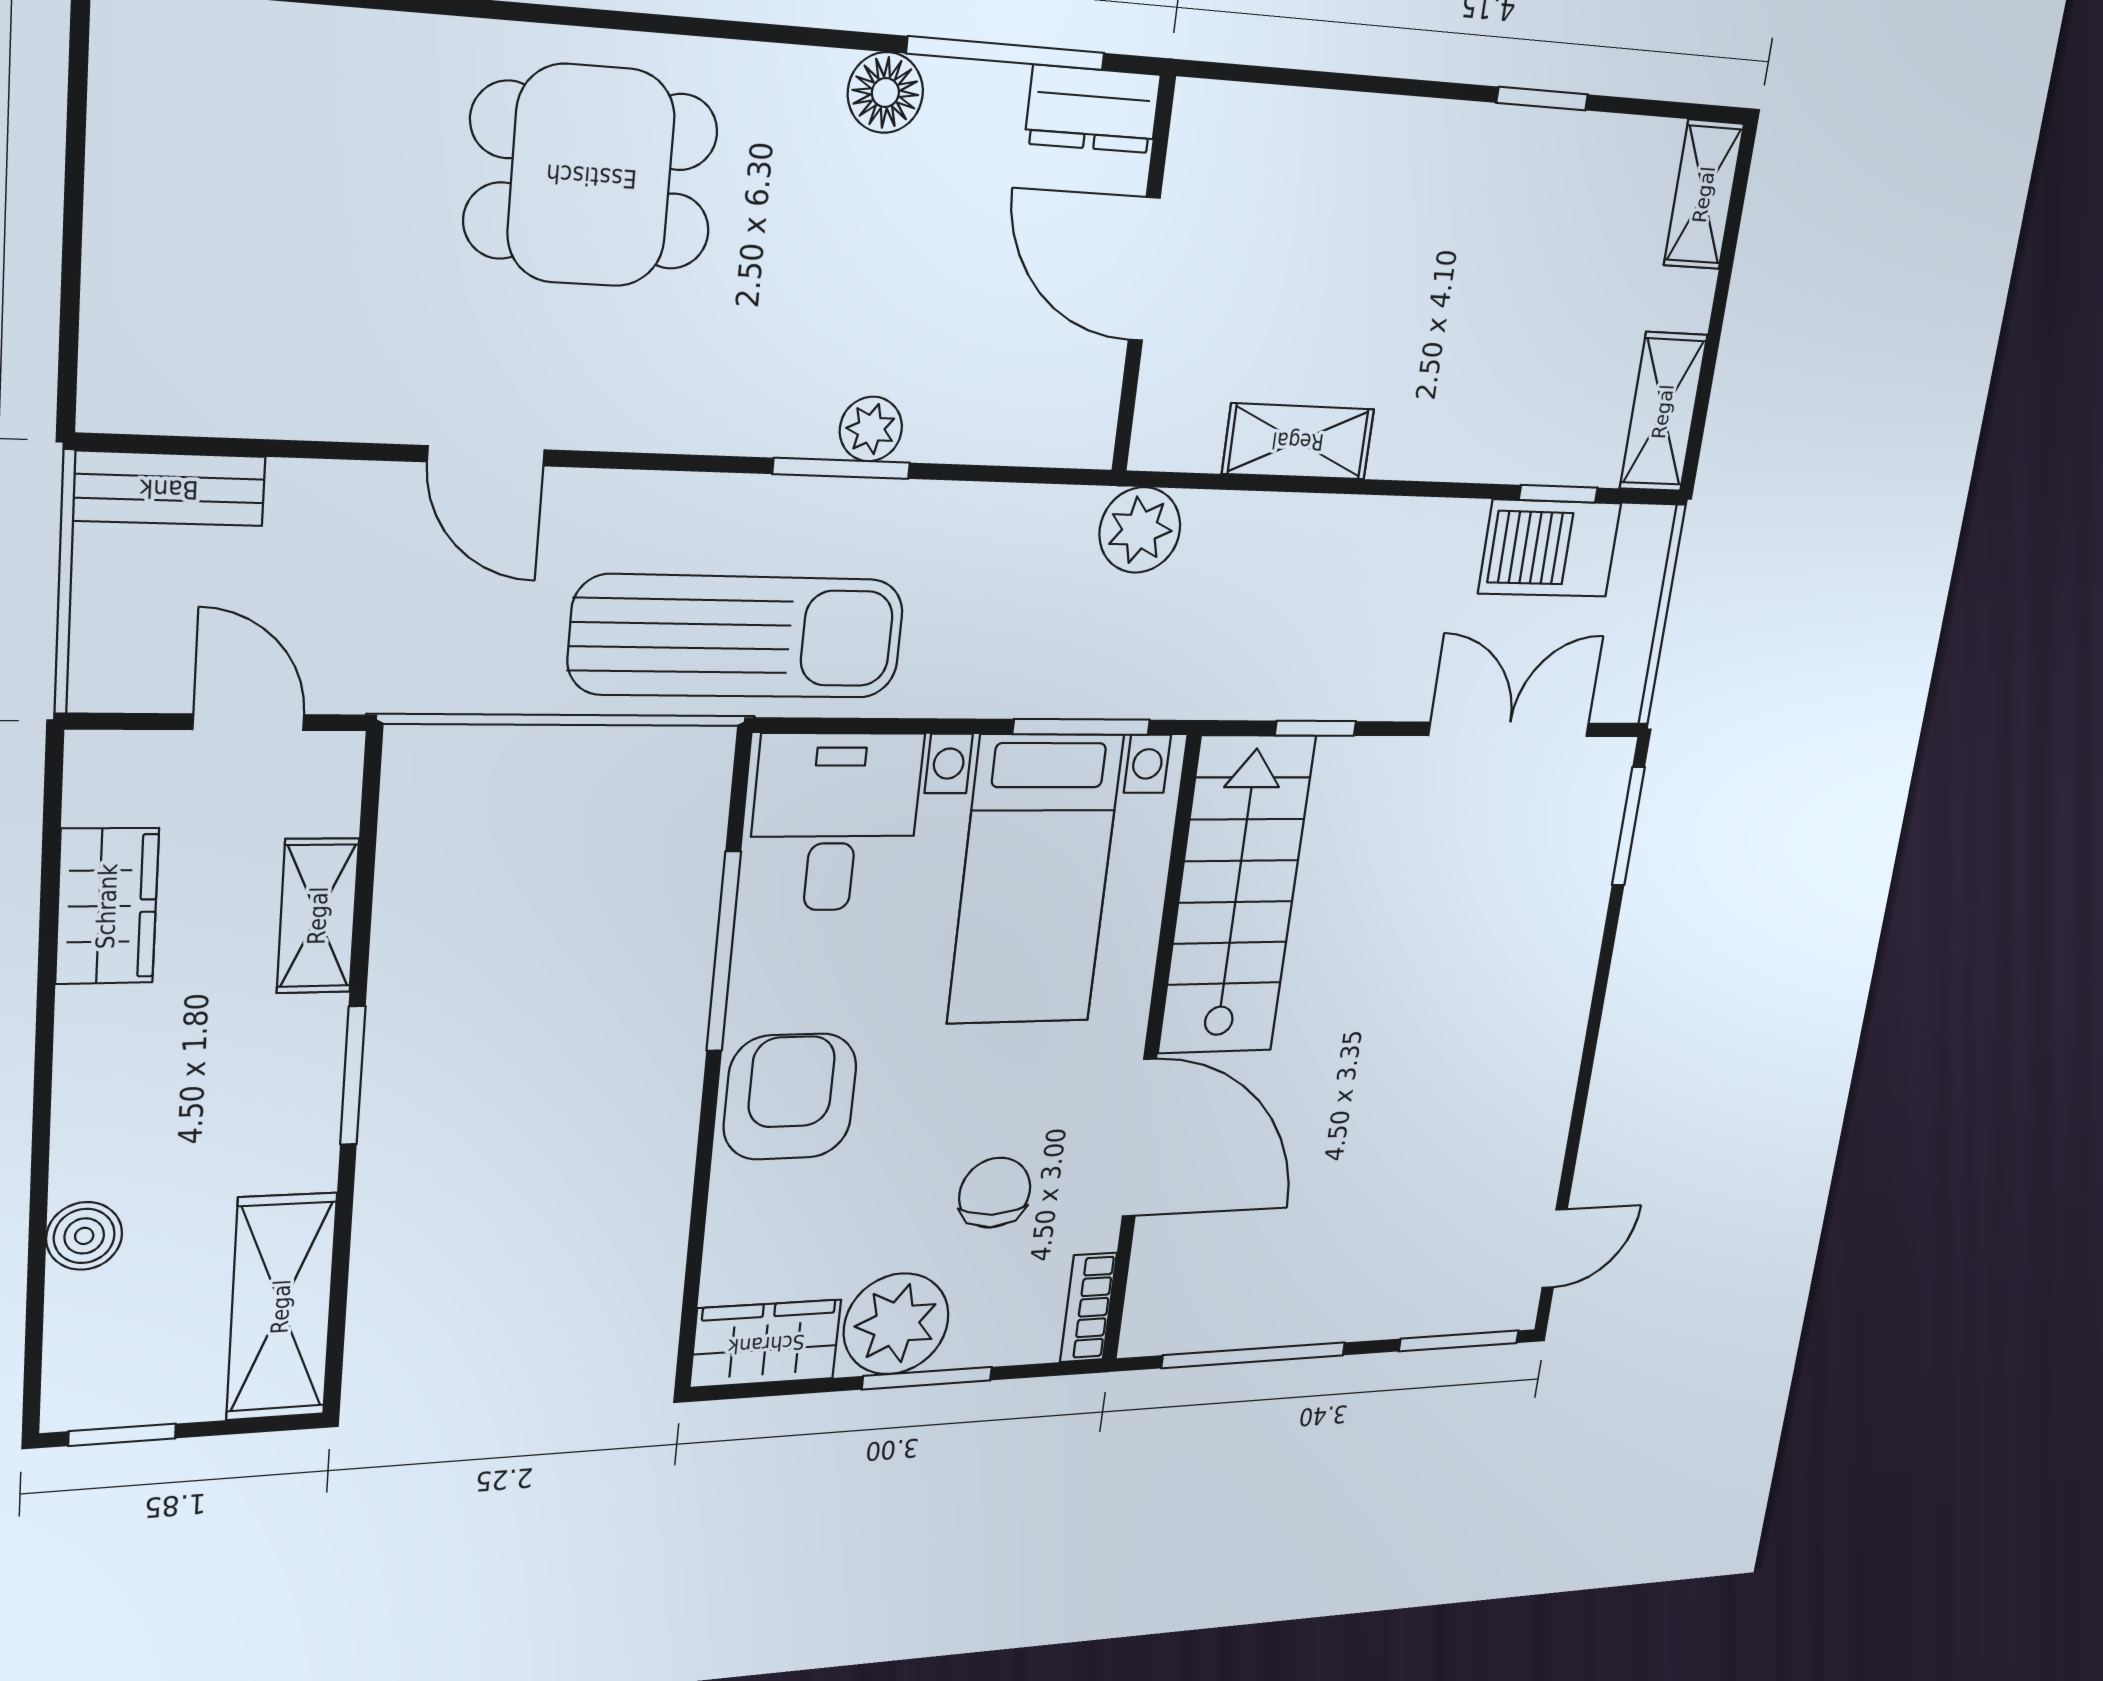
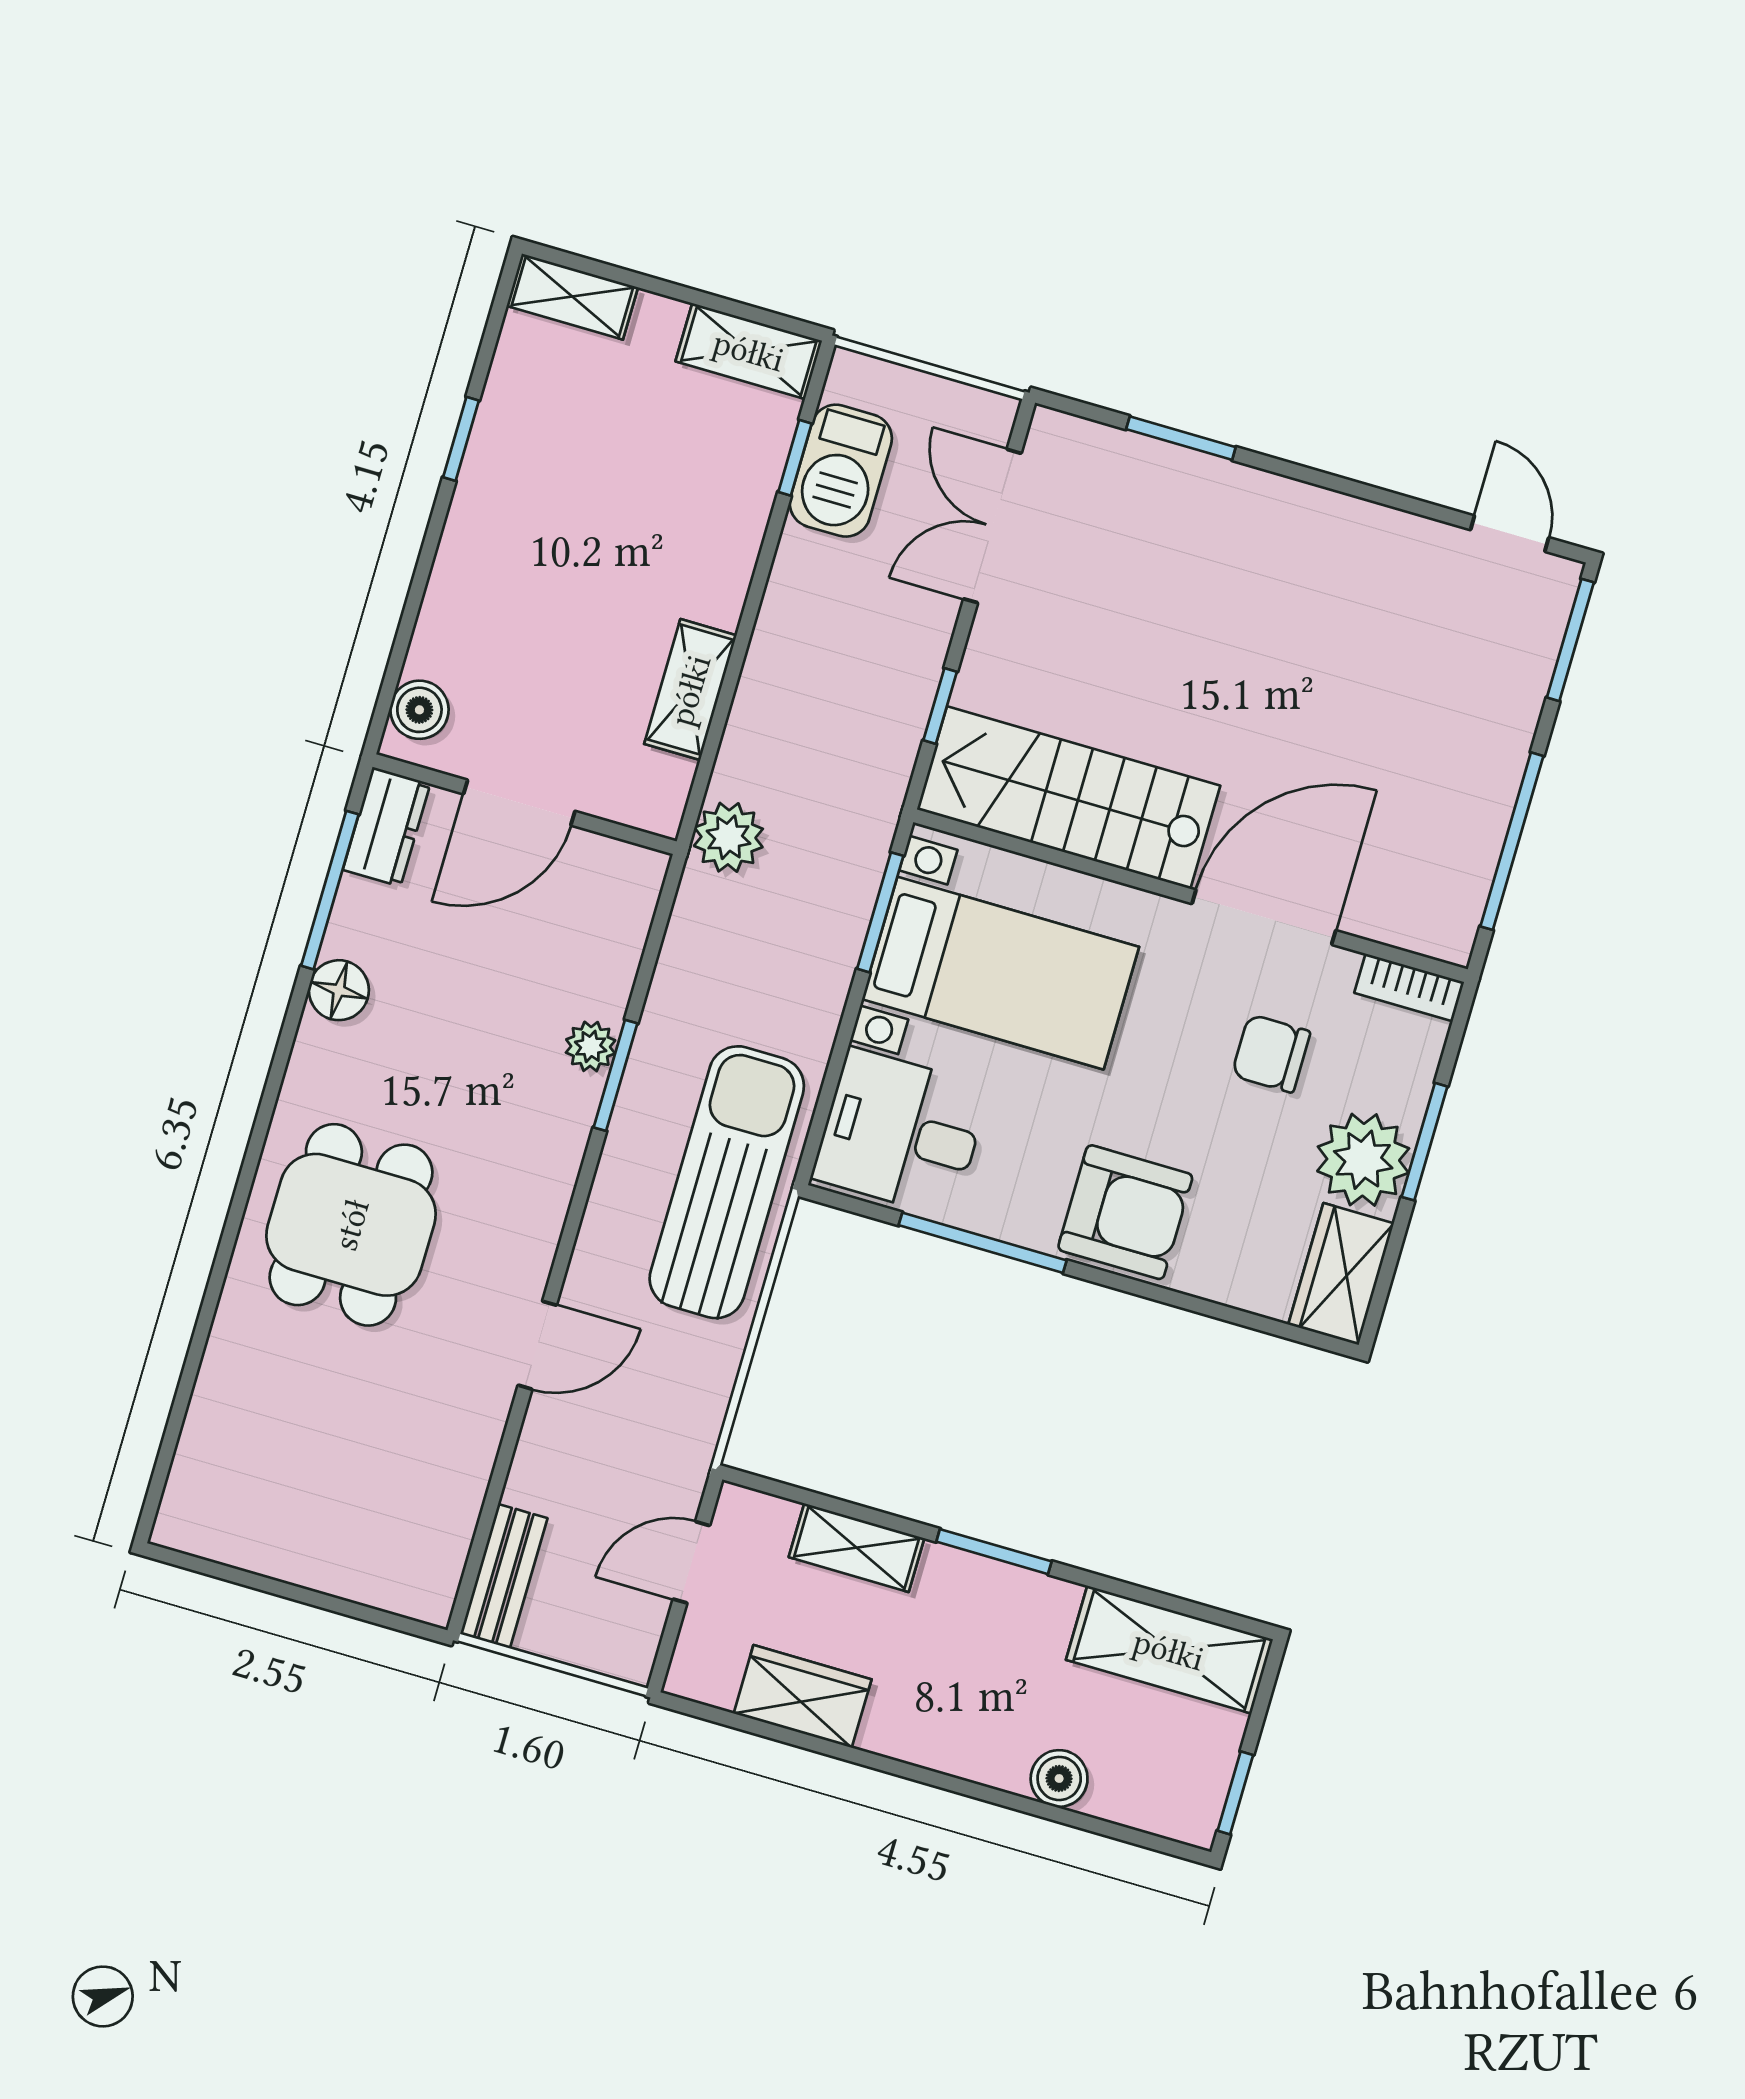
boiler: (1235, 119) -> (419, 710), added
window: (1628, 826) -> (1181, 438), moved
armchair: (790, 1097) -> (1125, 1212), turned 180

